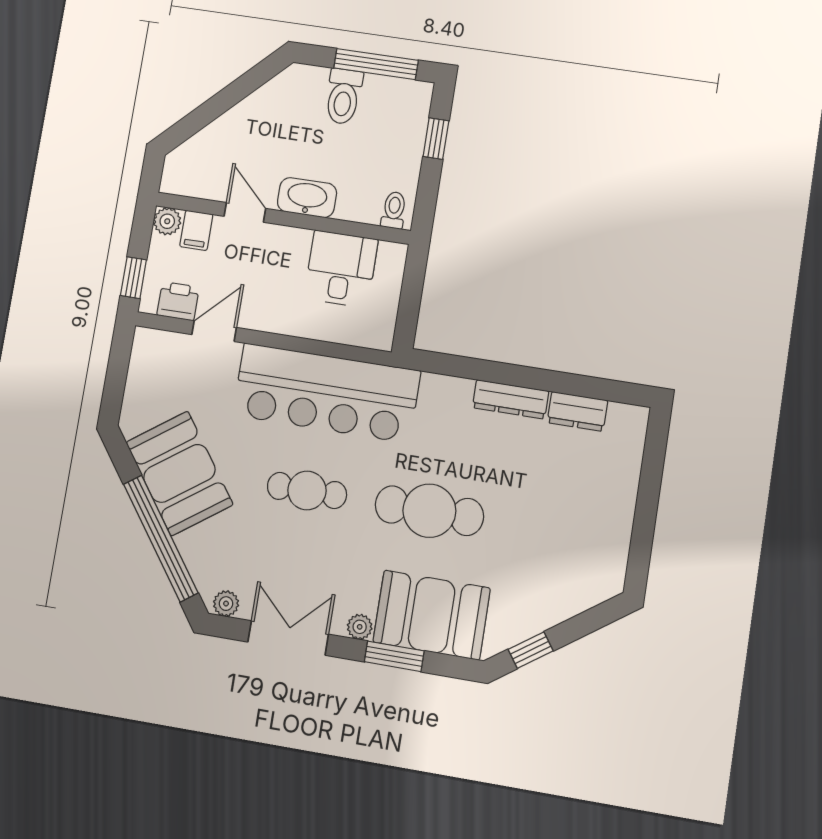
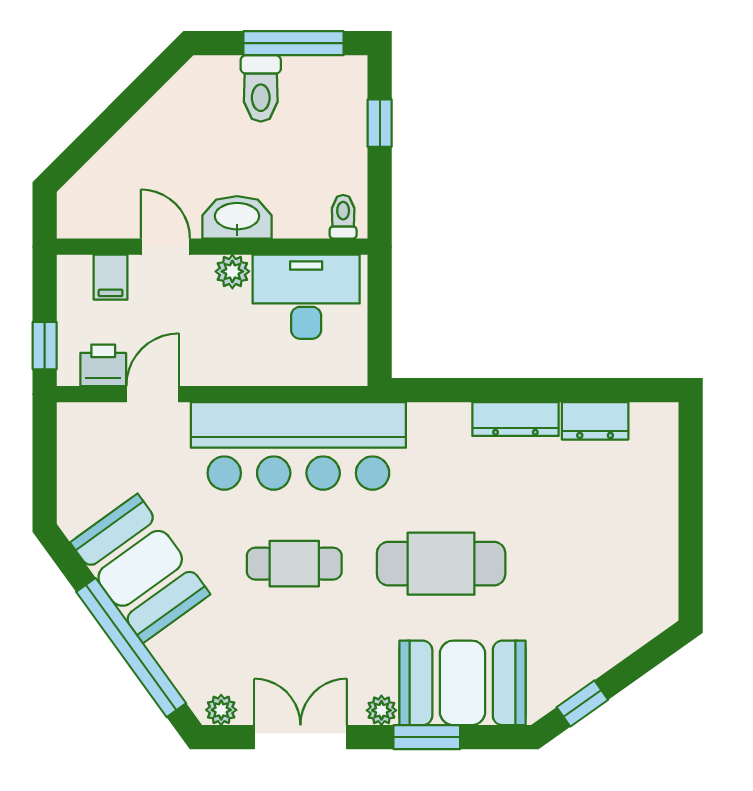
plant: (167, 221) -> (232, 271), moved
desk: (341, 269) -> (306, 297), width x1.37

